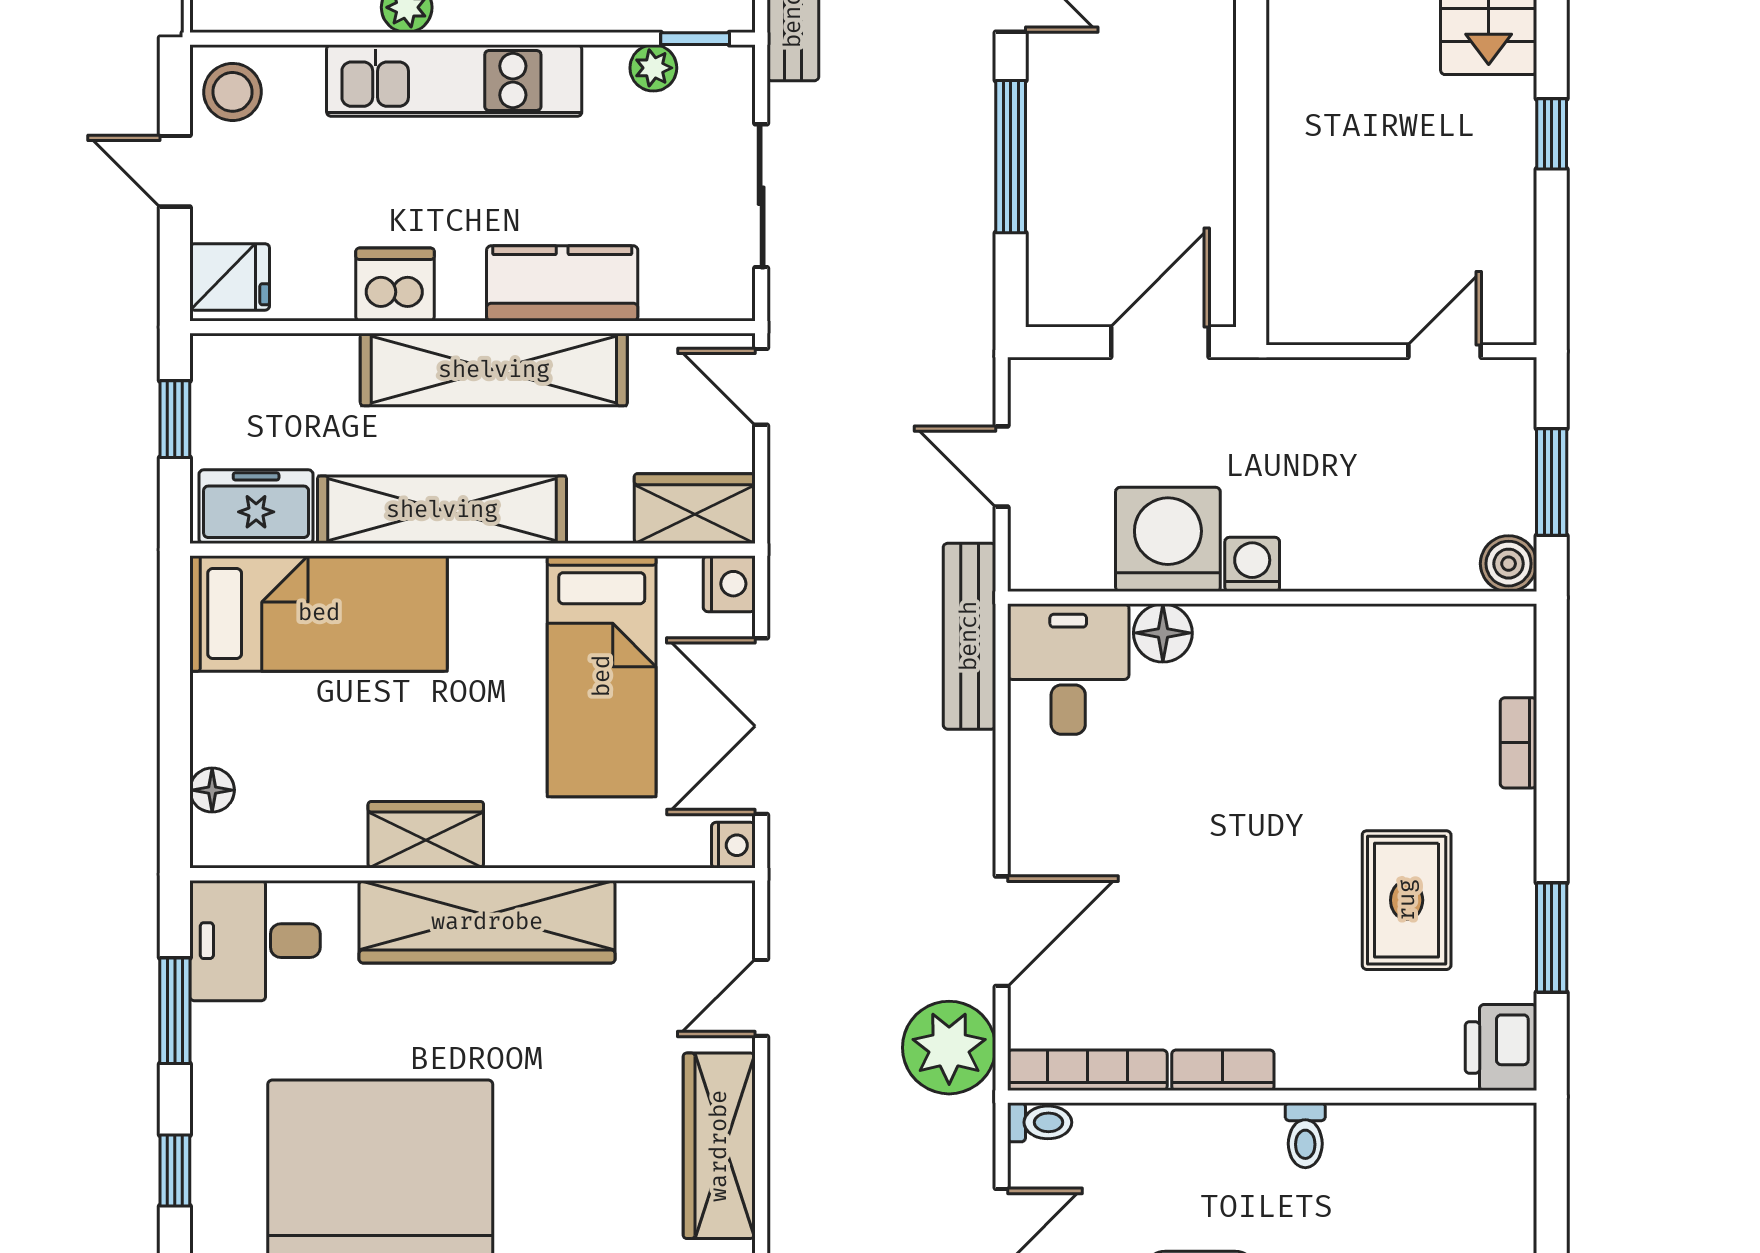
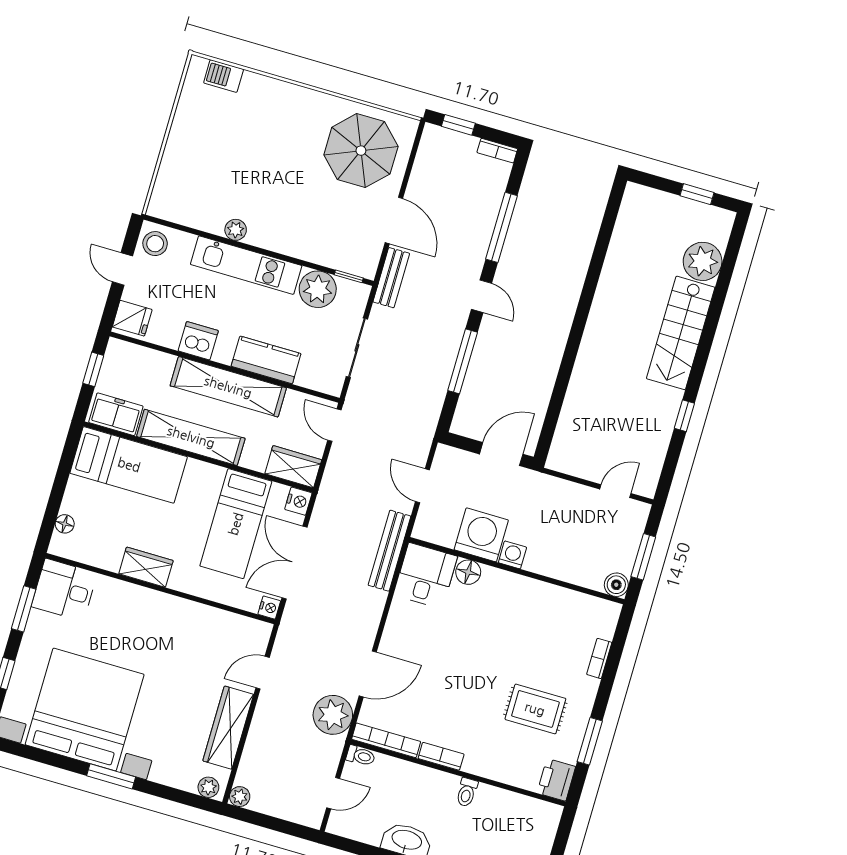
plant: (653, 68) -> (318, 289), width x1.88, depth x1.88
rug: (1407, 900) -> (535, 709), turned 90
wardrobe: (487, 922) -> (161, 610), removed

